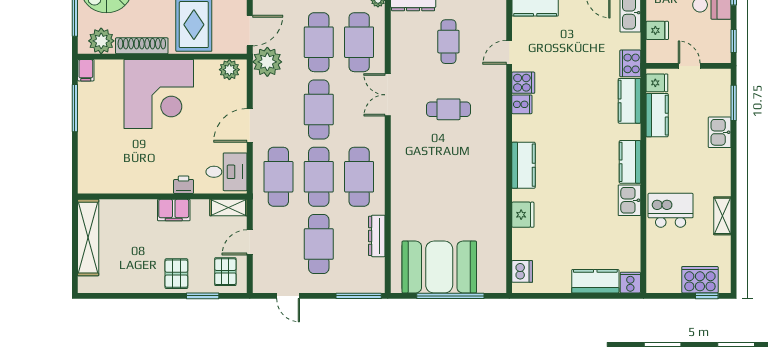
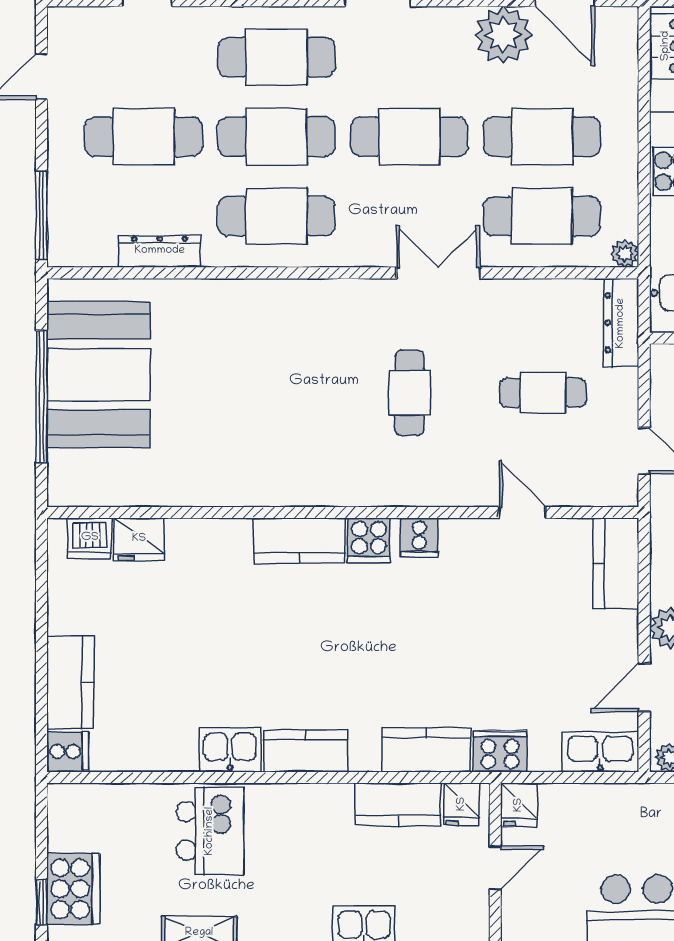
fridge: (657, 30) -> (519, 805), moved
cooker: (523, 83) -> (369, 540), moved
fridge: (523, 215) -> (139, 539), moved

